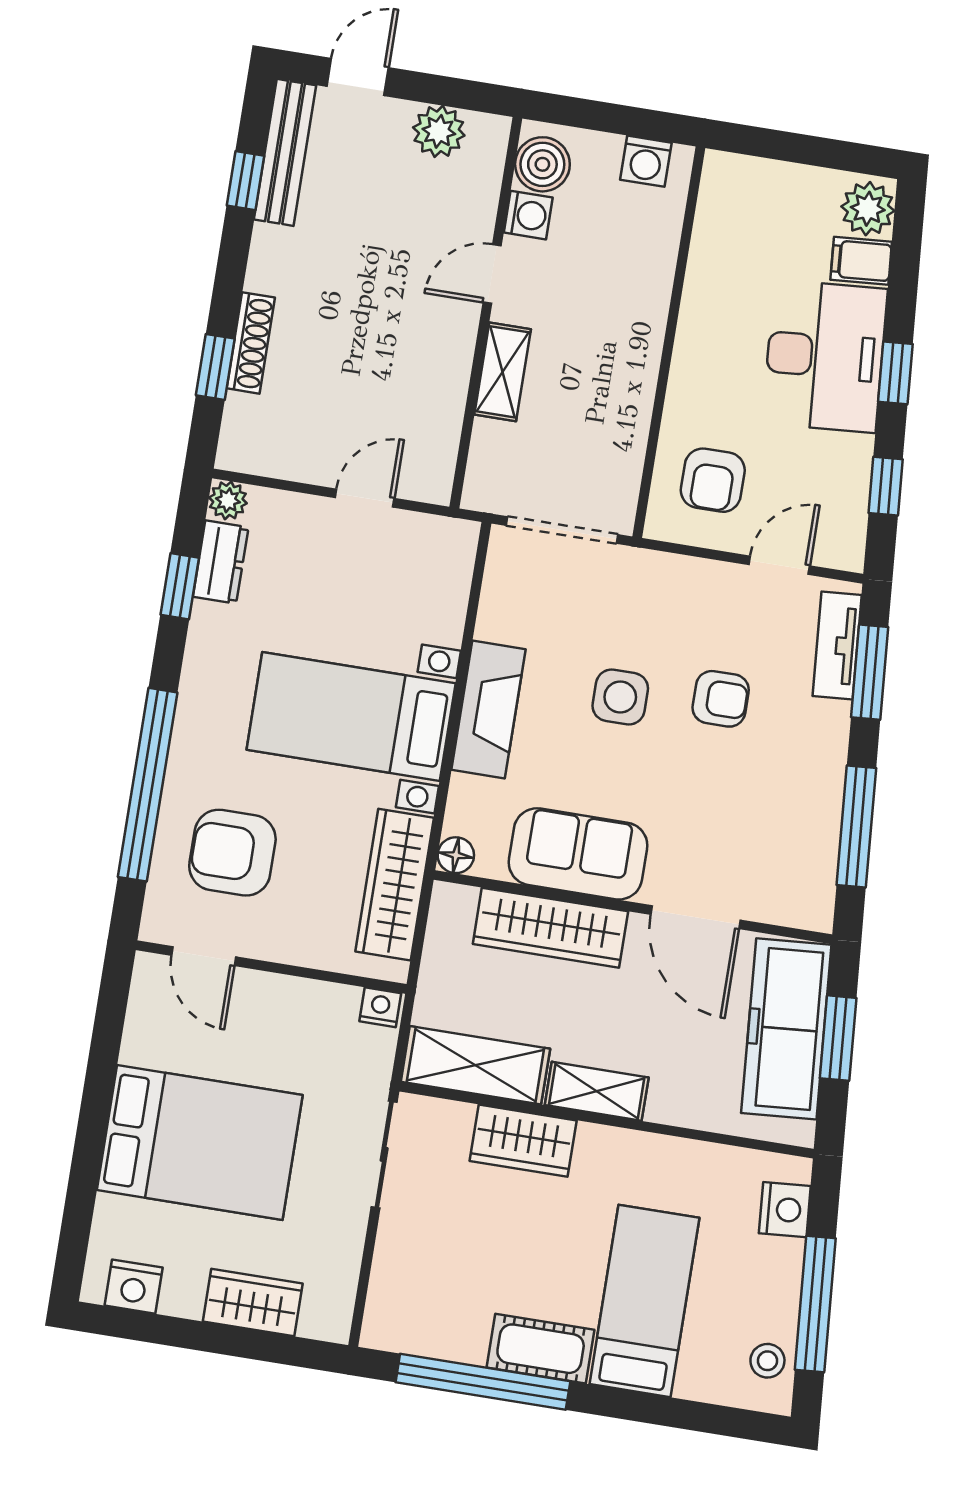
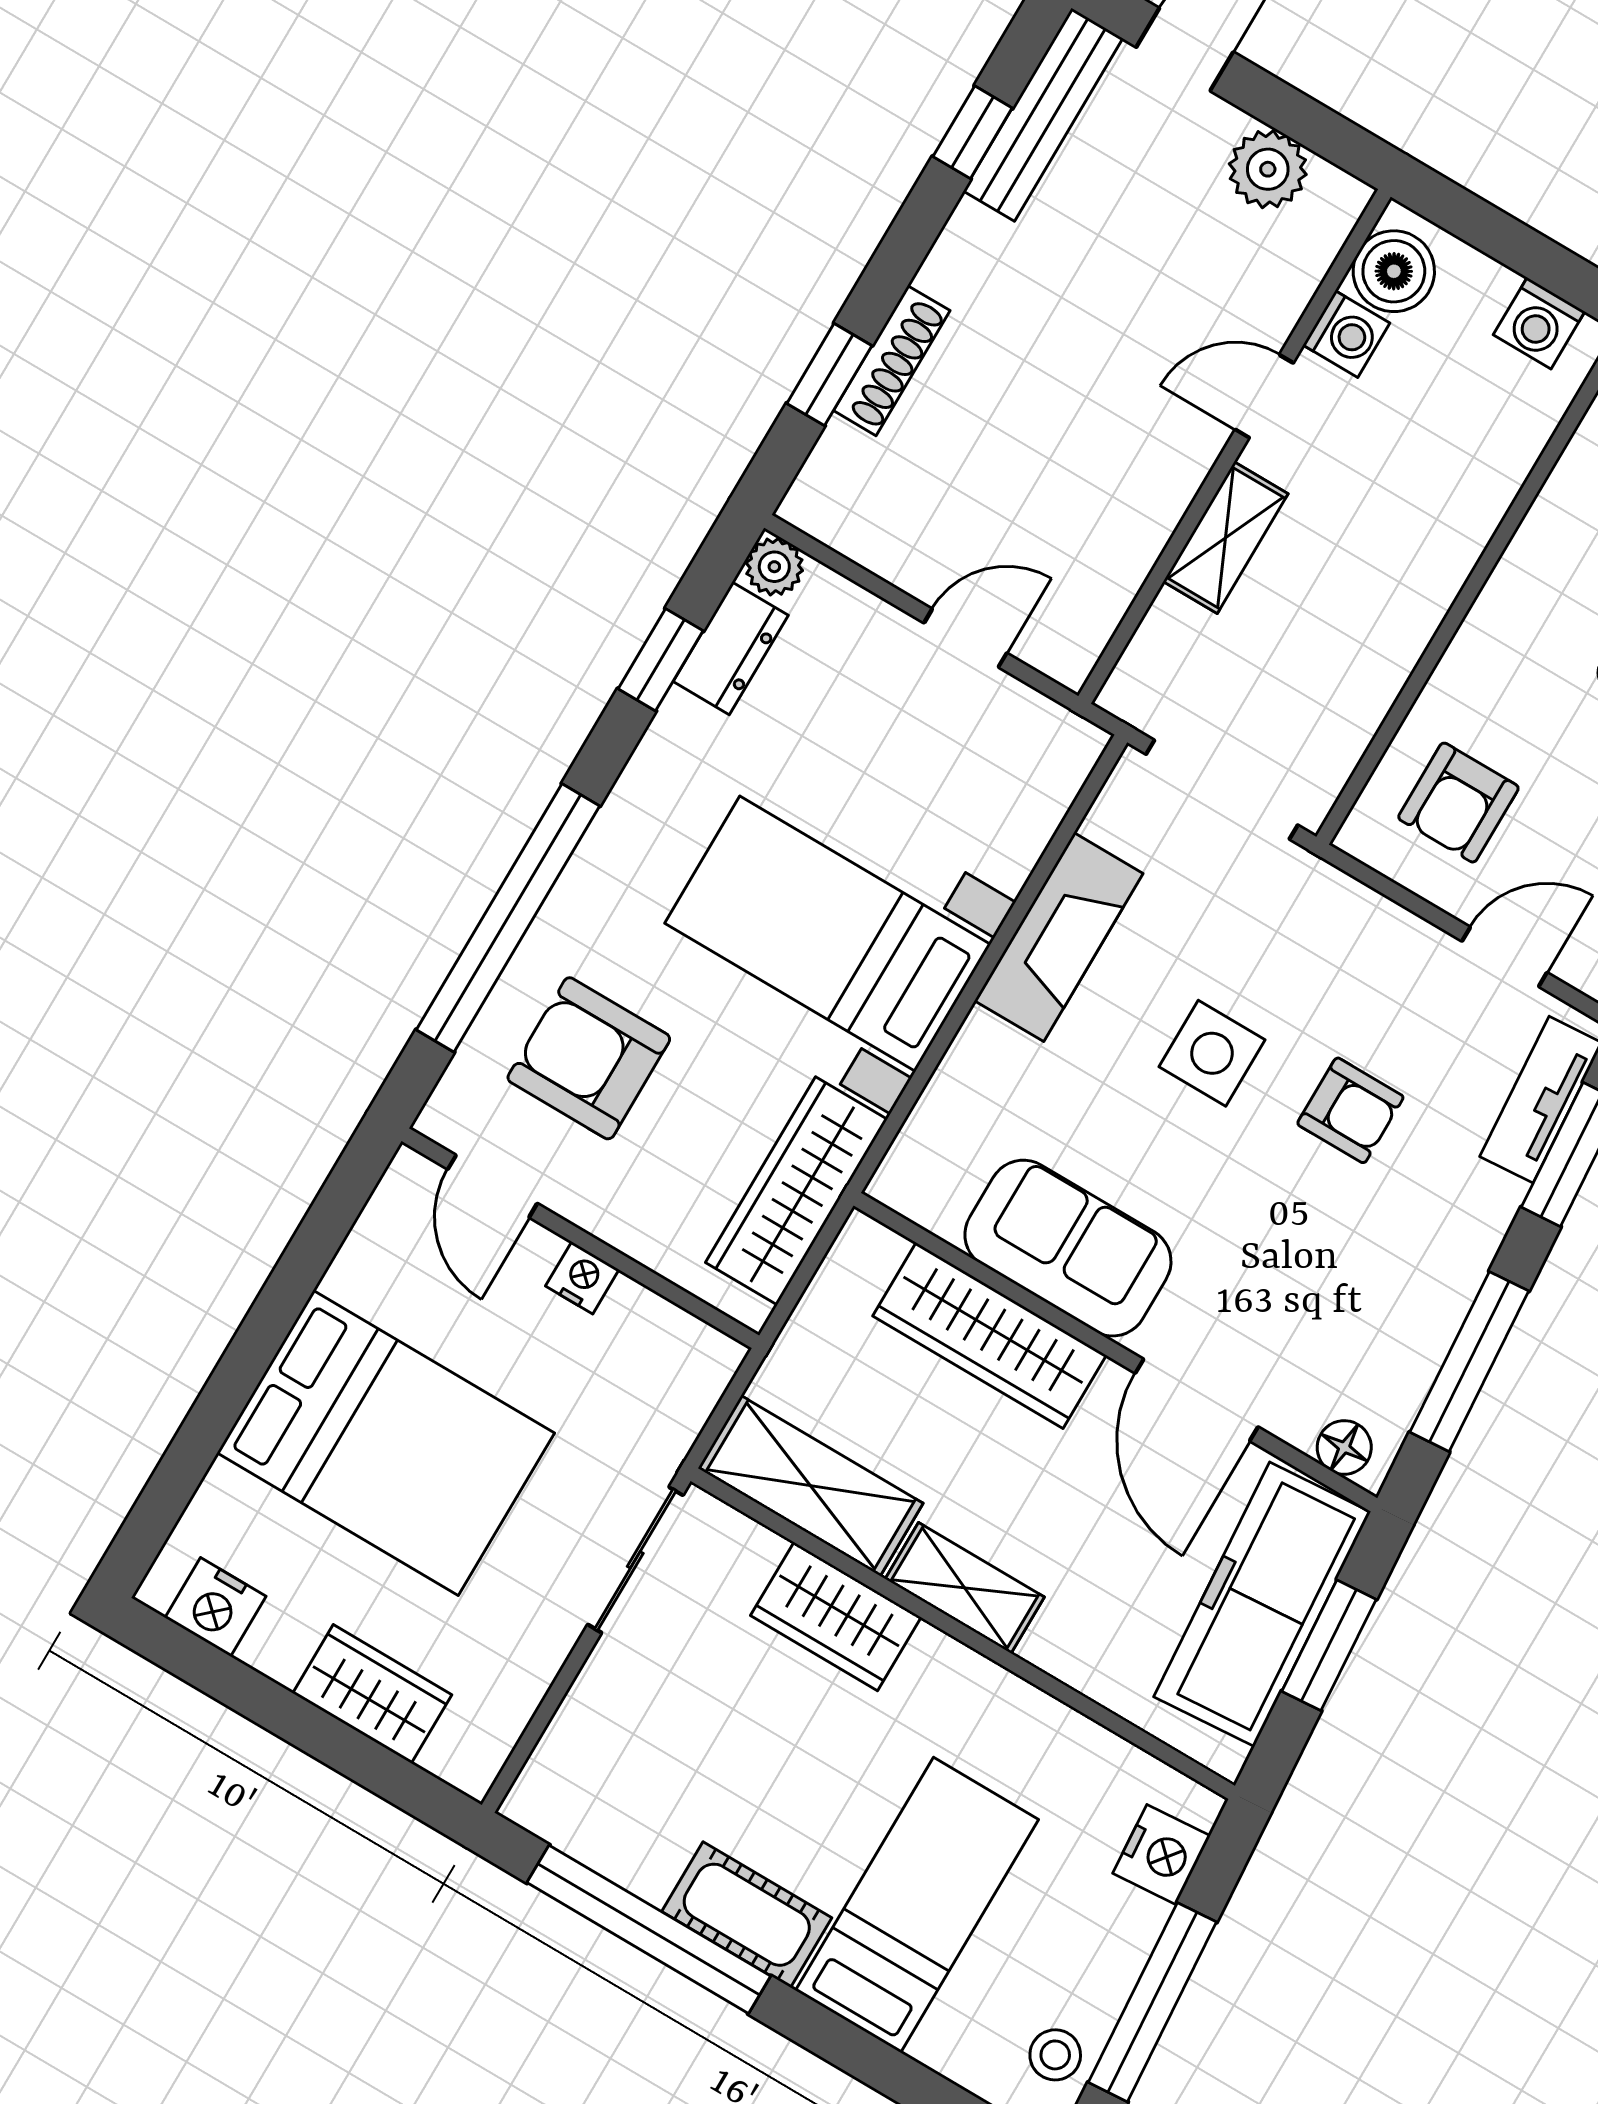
fireplace: (488, 709) -> (1059, 937), moved
floor lamp: (456, 855) -> (1344, 1447), moved
nightstand: (380, 1007) -> (582, 1278), moved

